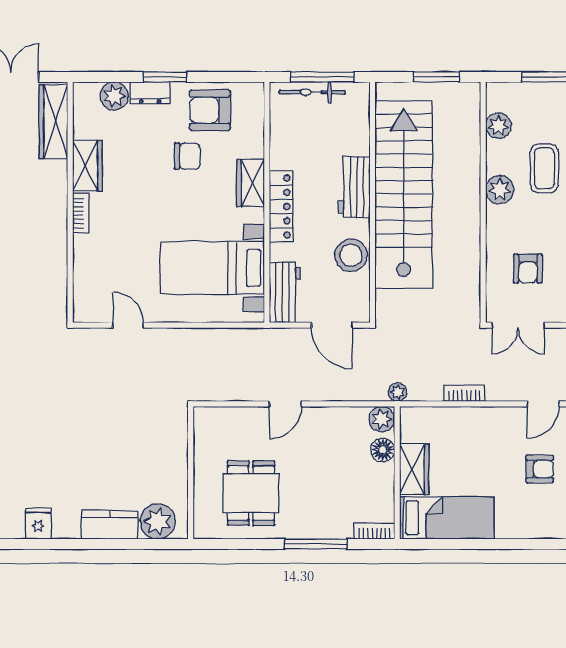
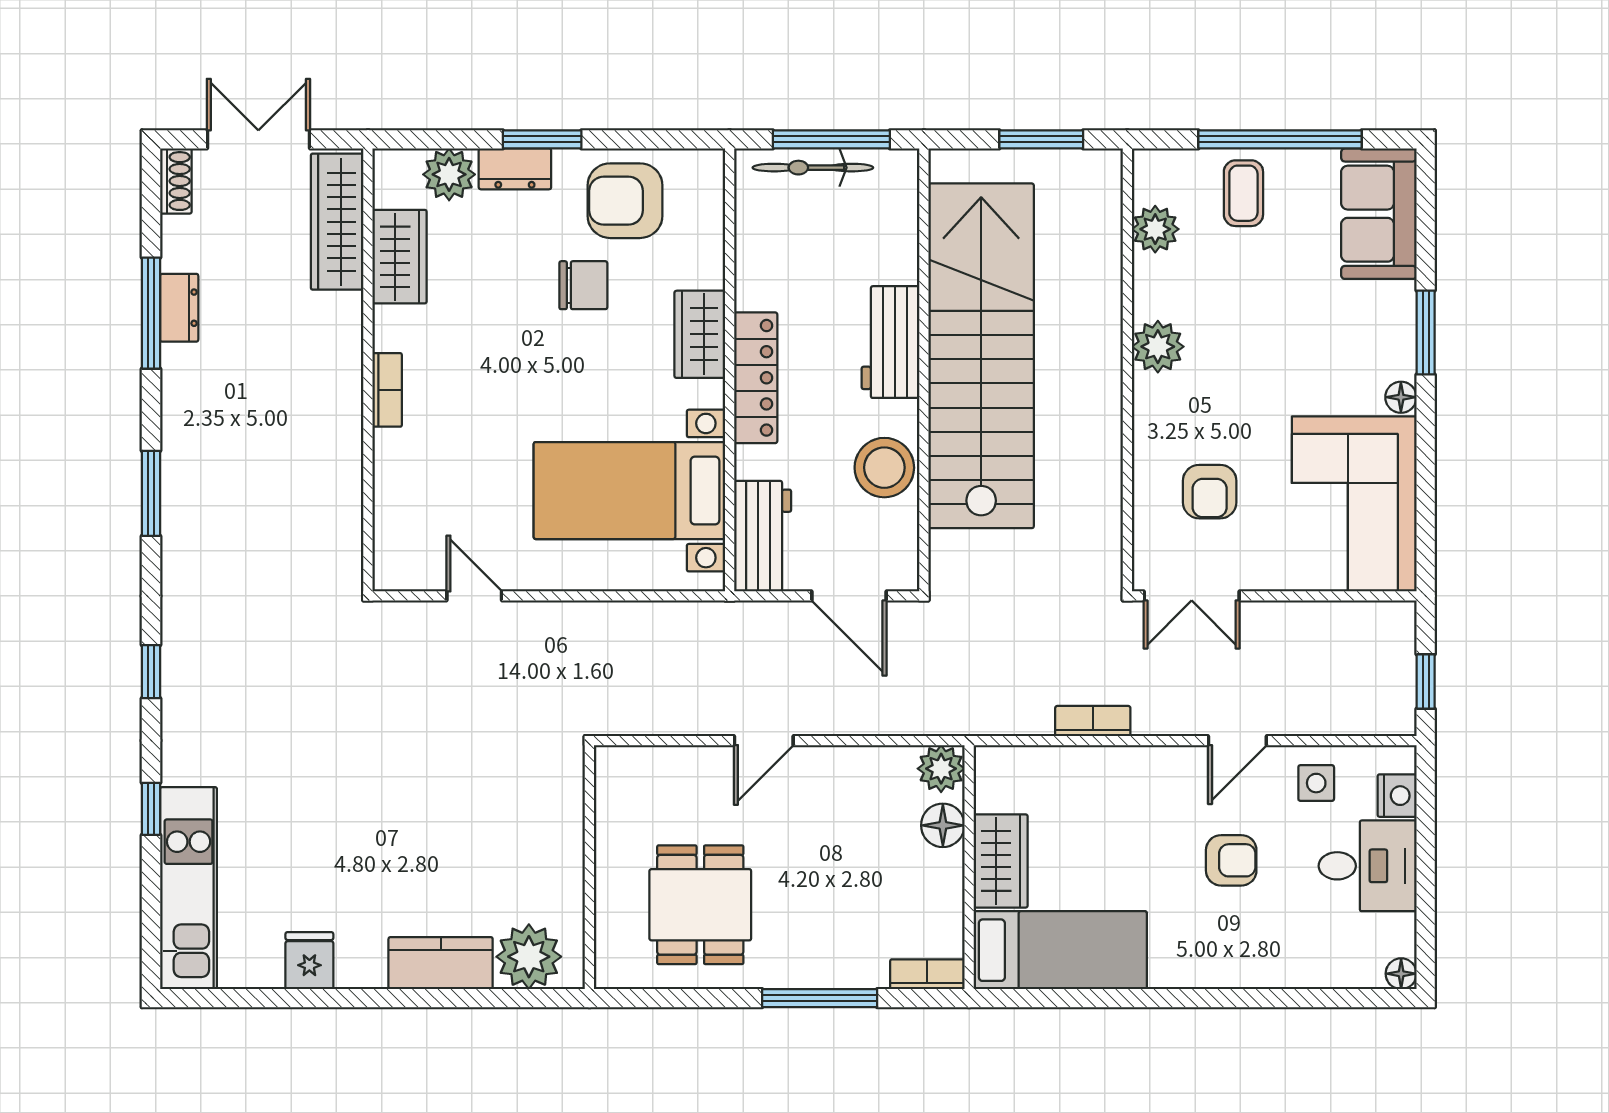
wardrobe: (87, 166) -> (400, 257), moved
coffee table: (544, 168) -> (1243, 193), moved, width x0.73, depth x0.77
plant: (398, 392) -> (970, 719), removed

